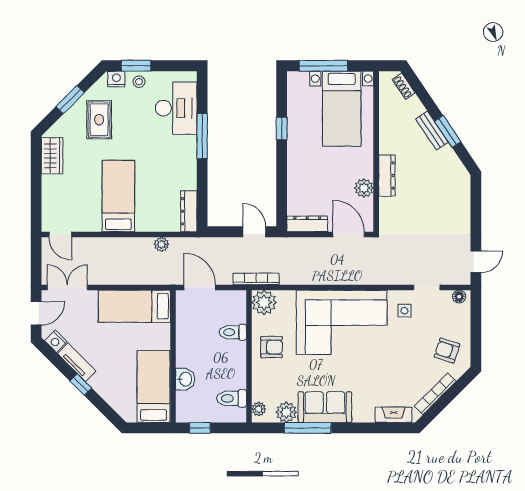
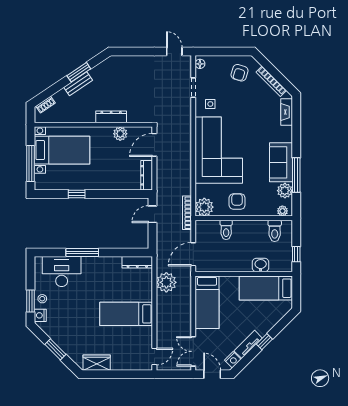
rug: (99, 120) -> (70, 328), removed
plant: (161, 244) -> (166, 282), width x1.87, depth x1.87

